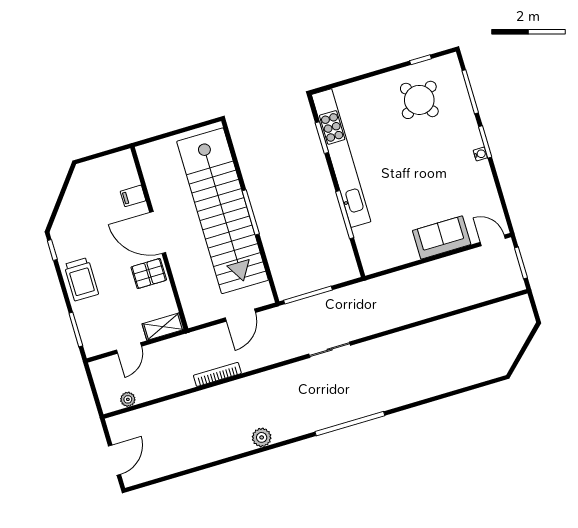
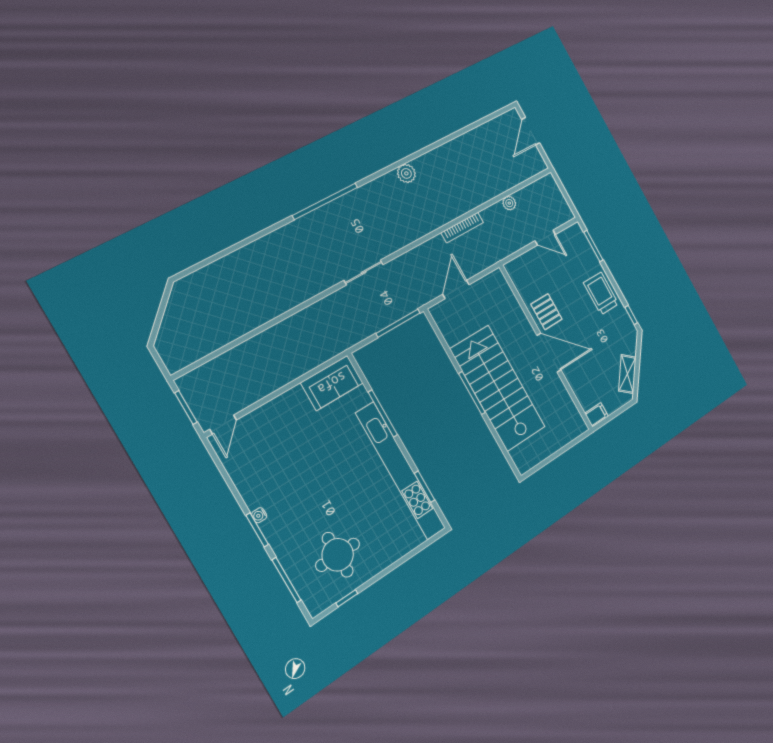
round table: (419, 100) -> (338, 555), turned 33
filing cabinet: (133, 196) -> (597, 415), moved
stairs: (223, 211) -> (498, 388), width x0.73
sofa: (442, 237) -> (332, 383), moved
door: (493, 240) -> (223, 425), hinge flipped
pallet: (149, 274) -> (546, 312), turned 90
shelving: (163, 327) -> (627, 374), moved, turned -52
door: (129, 348) -> (545, 238), swing flipped
plant: (128, 399) -> (509, 203), moved

